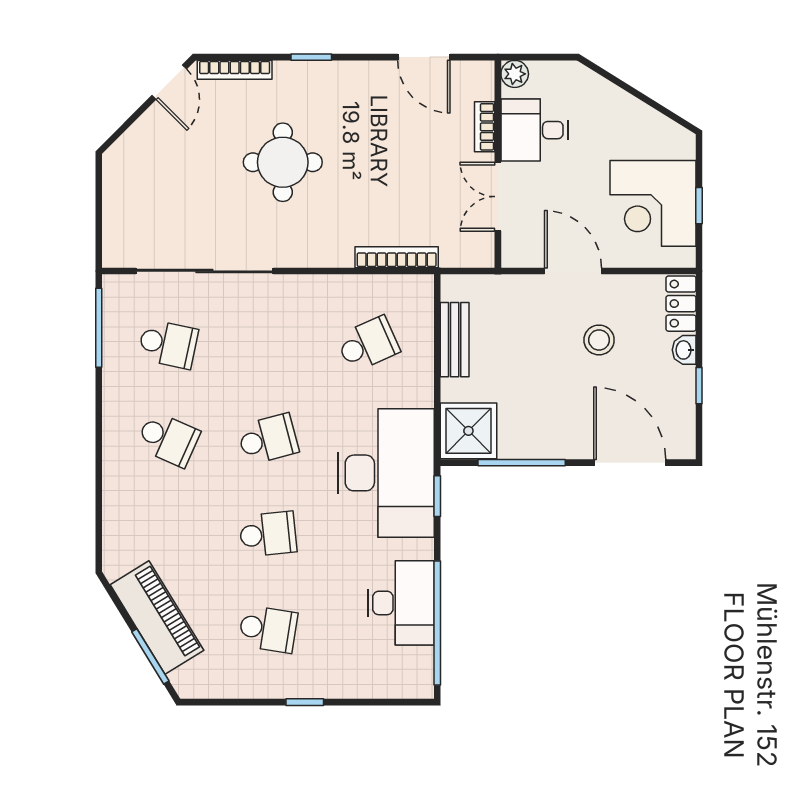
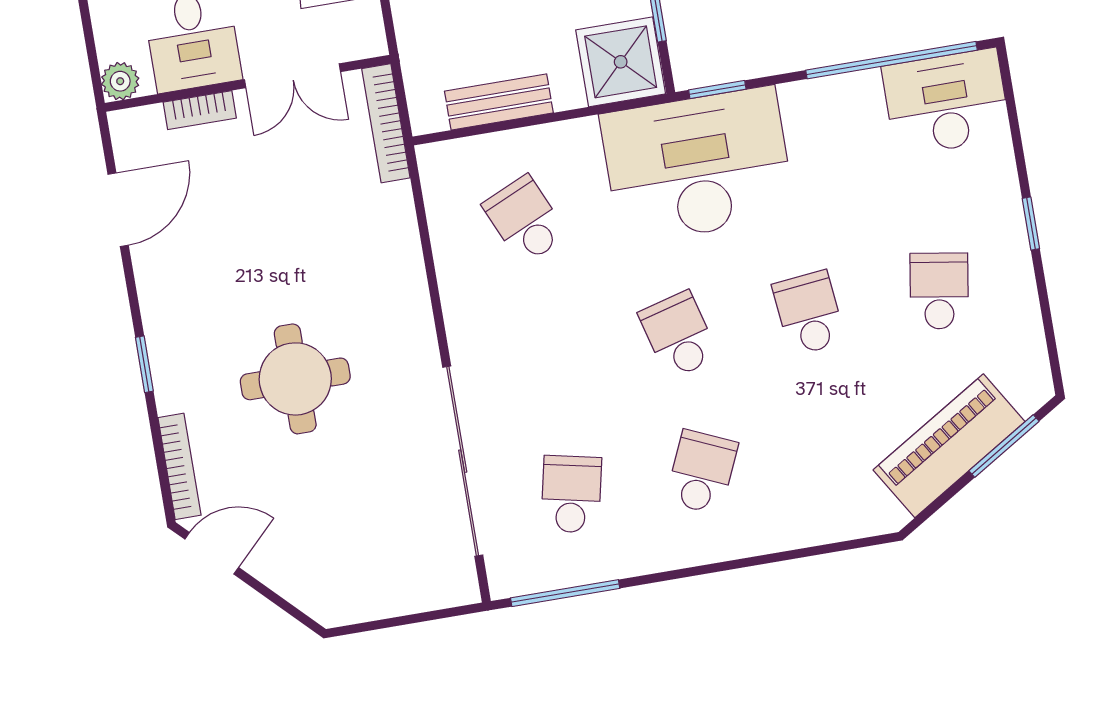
bookcase: (397, 257) -> (386, 123), moved
desk: (401, 603) -> (946, 102), moved

